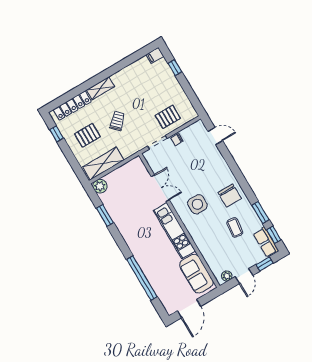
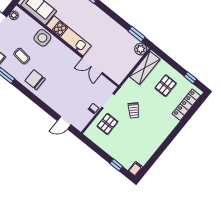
shelving: (100, 88) -> (169, 127), removed
trolley: (117, 121) -> (134, 110), moved
side table: (197, 204) -> (42, 38), moved
window: (105, 215) -> (137, 34), moved

